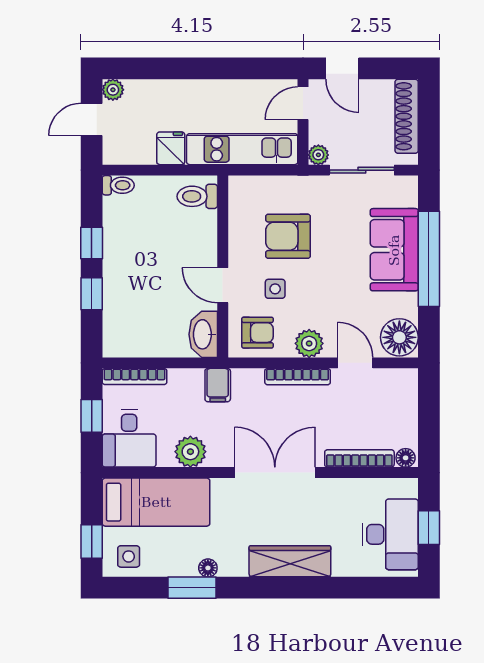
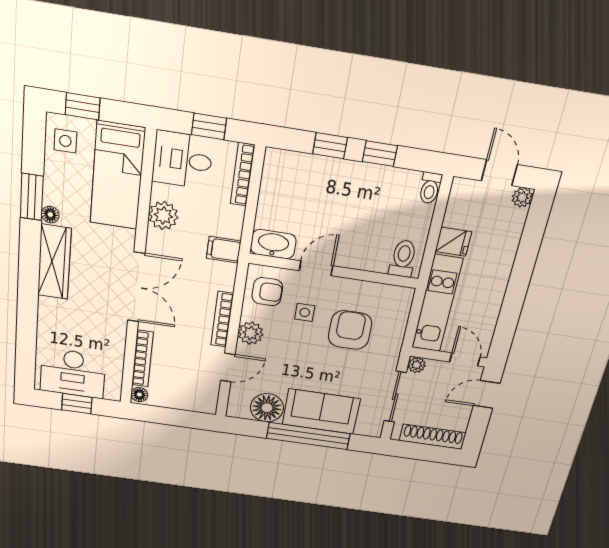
armchair: (258, 333) -> (267, 292), turned -90
floor lamp: (399, 337) -> (267, 408), moved
wardrobe: (290, 561) -> (54, 262), moved

